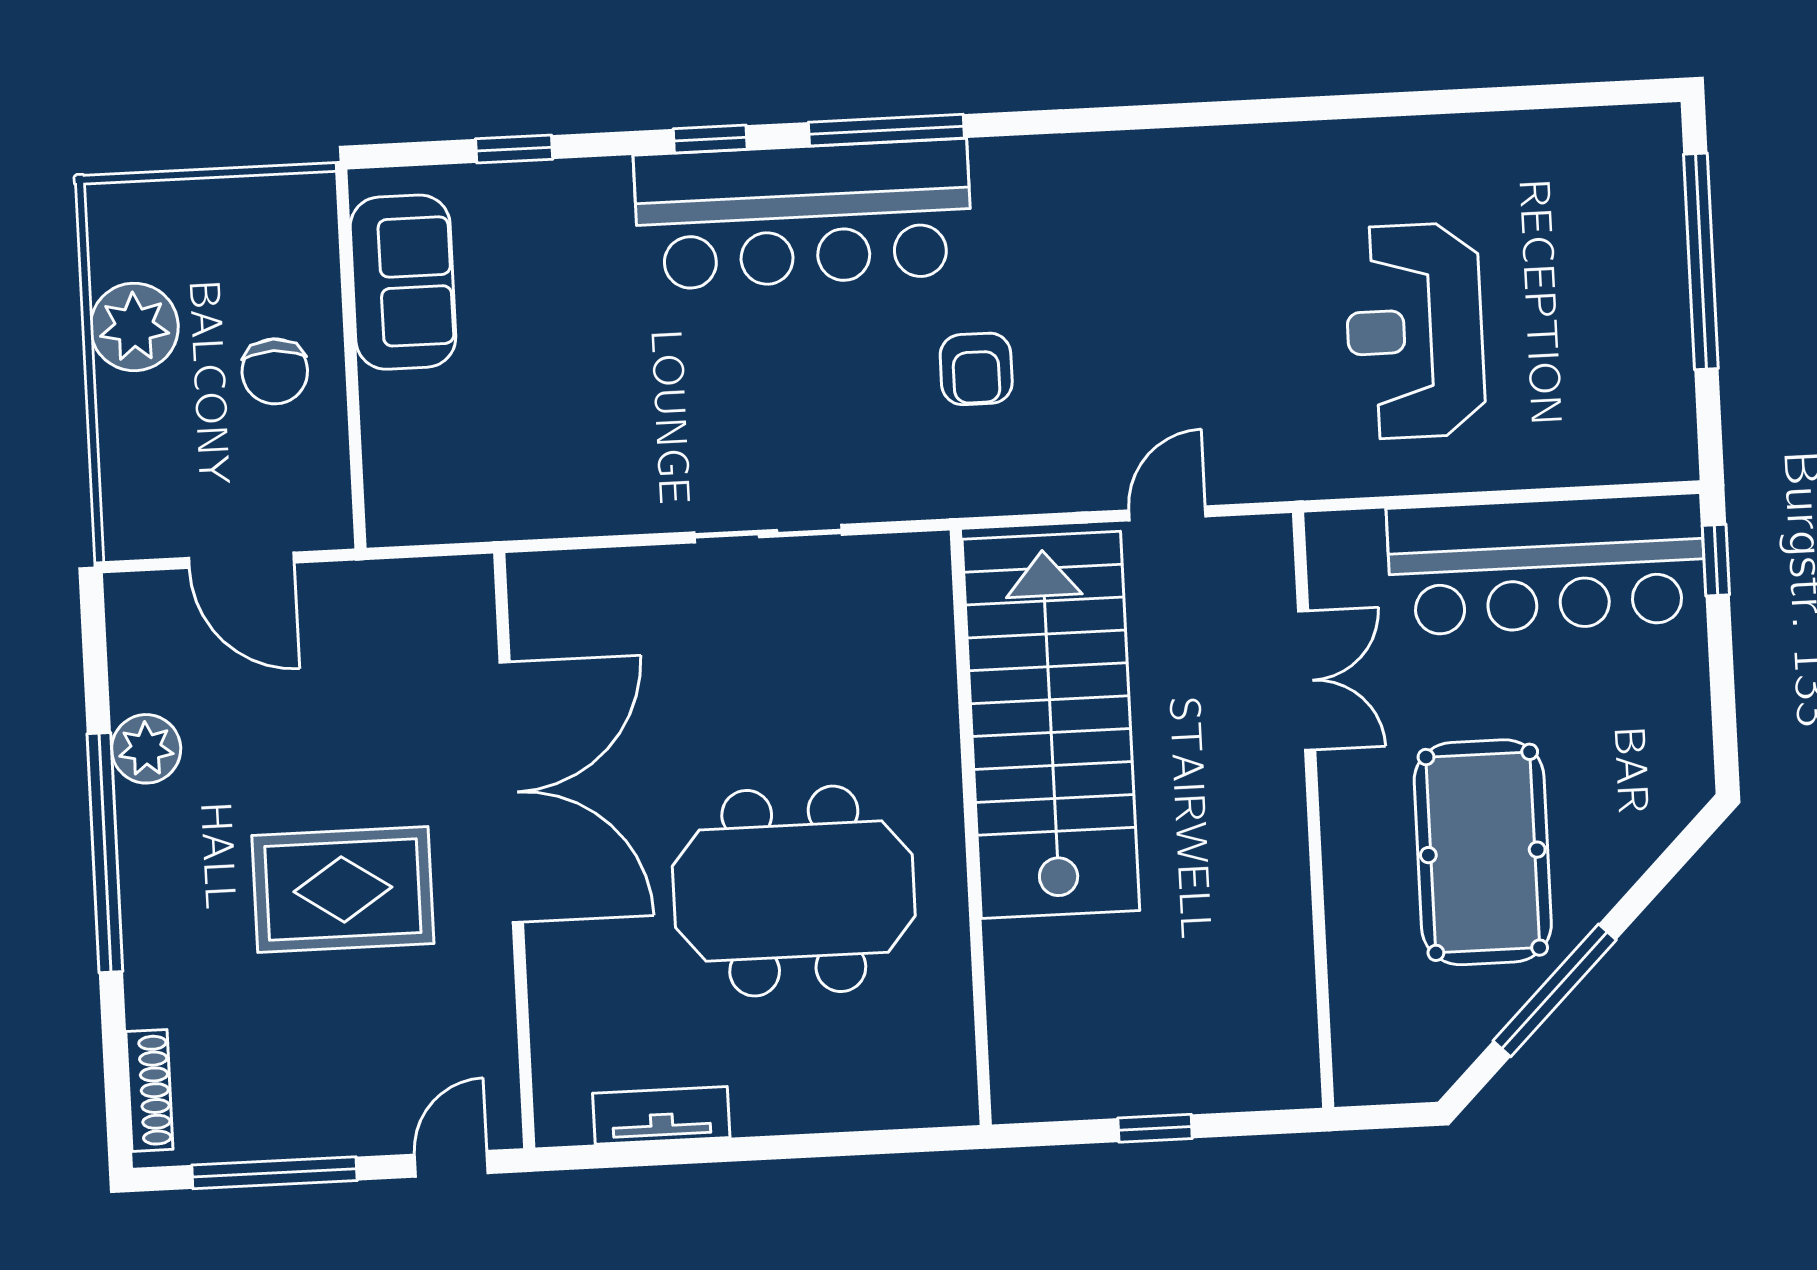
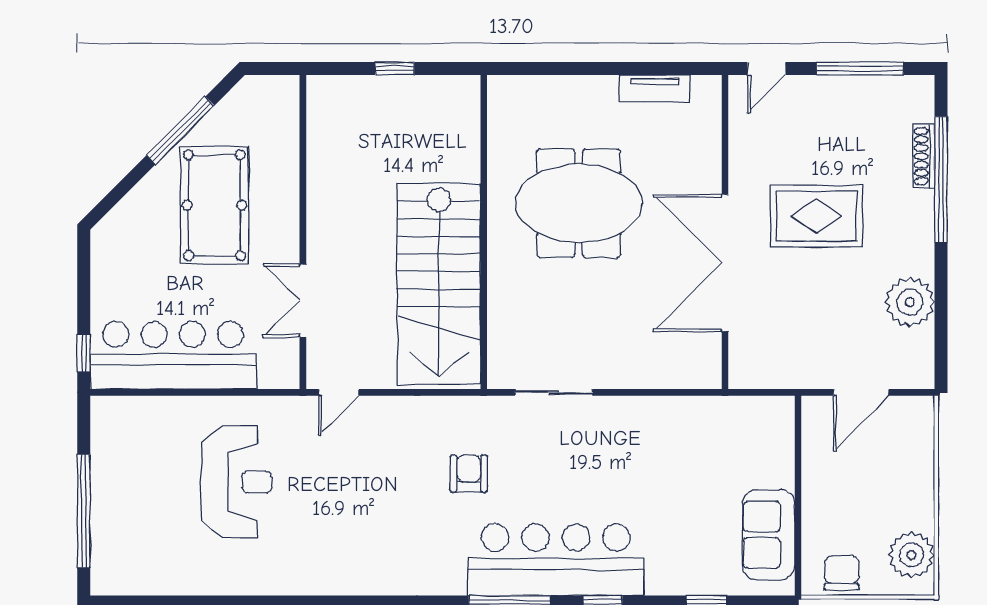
plant: (134, 327) -> (911, 555), moved
chair: (275, 371) -> (842, 573), moved
door: (1167, 513) -> (339, 392), moved
sliding door: (768, 534) -> (554, 392), moved
door: (241, 560) -> (861, 392), swing flipped
plant: (146, 749) -> (910, 302), width x1.36, depth x1.36
window: (105, 853) -> (941, 180), moved
shoe rack: (149, 1090) -> (924, 156), moved

